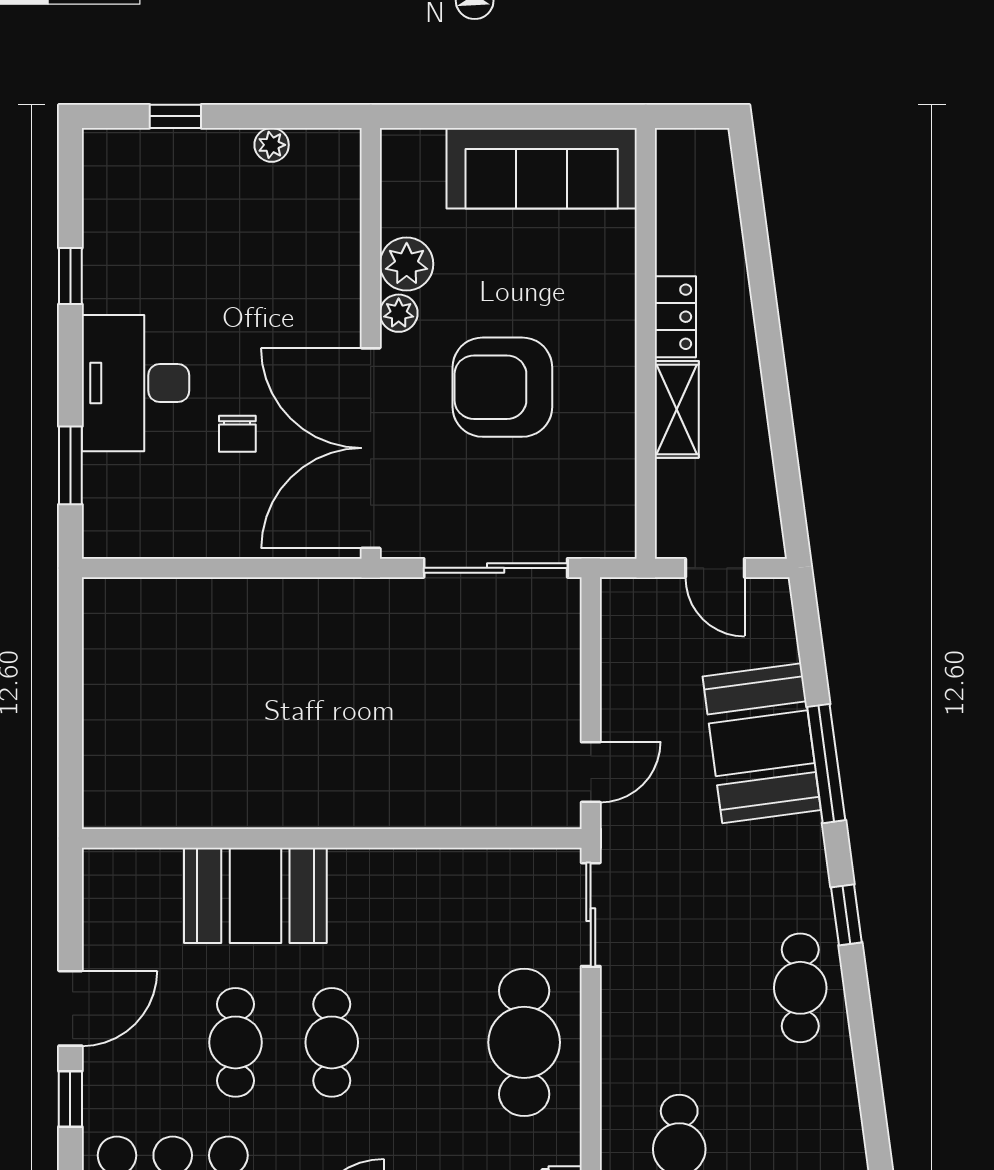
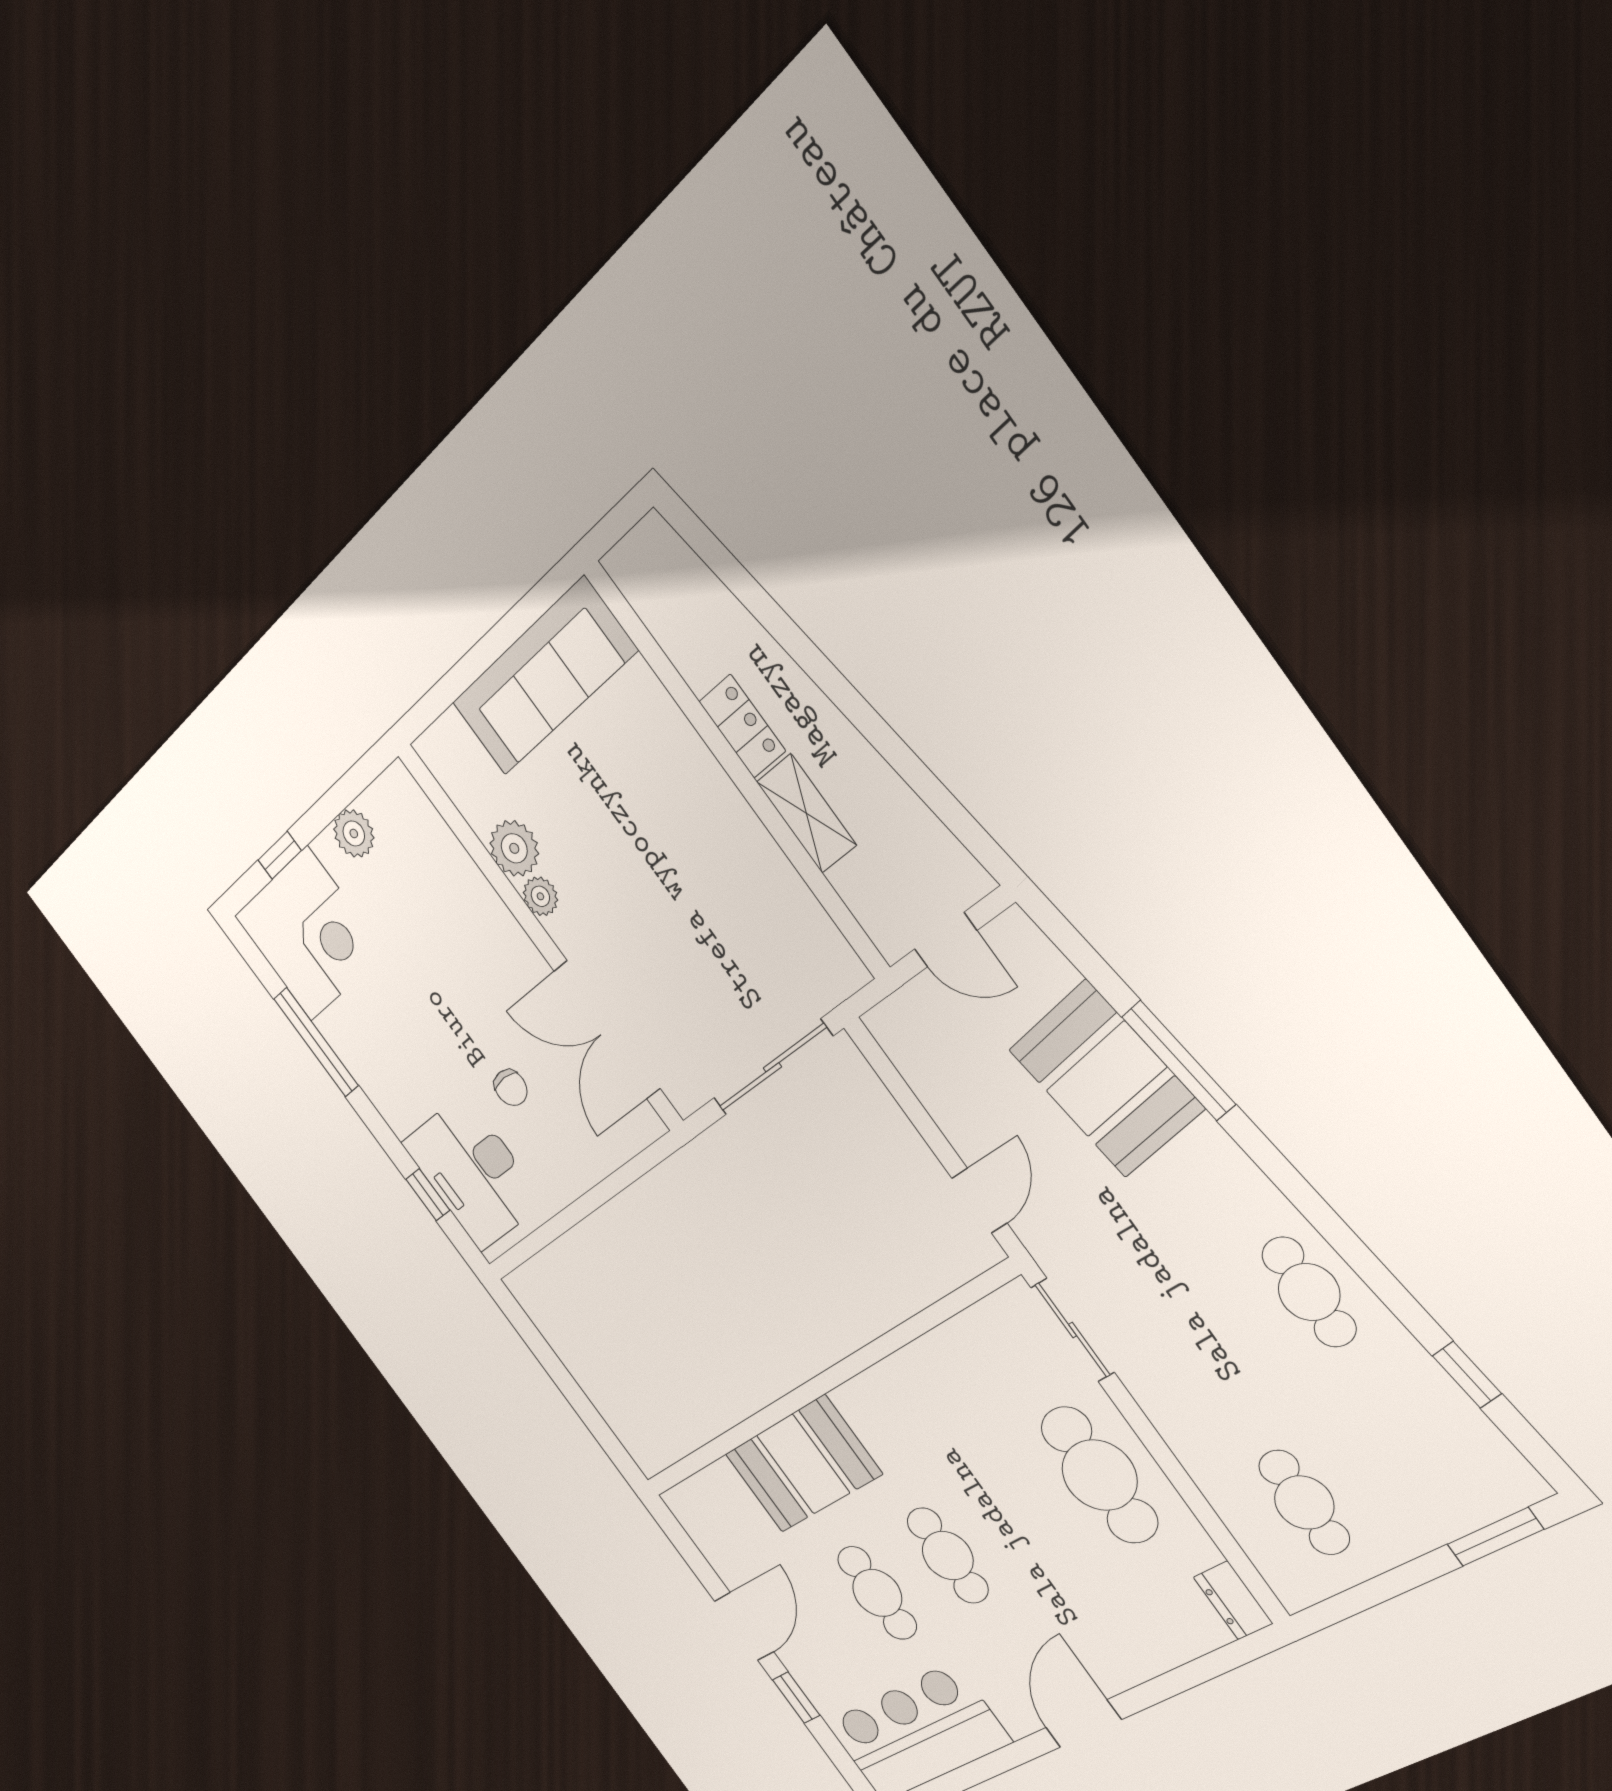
plant: (272, 145) -> (354, 834), width x1.38, depth x1.38
corner desk: (146, 192) -> (309, 934), added
window: (70, 276) -> (316, 1042), width x2.17
desk: (136, 383) -> (473, 1173), moved
armchair: (502, 387) -> (660, 901), removed
double door: (371, 448) -> (607, 1030), width x0.73
window: (70, 465) -> (428, 1195), width x0.67
window: (846, 915) -> (1467, 1375), moved

